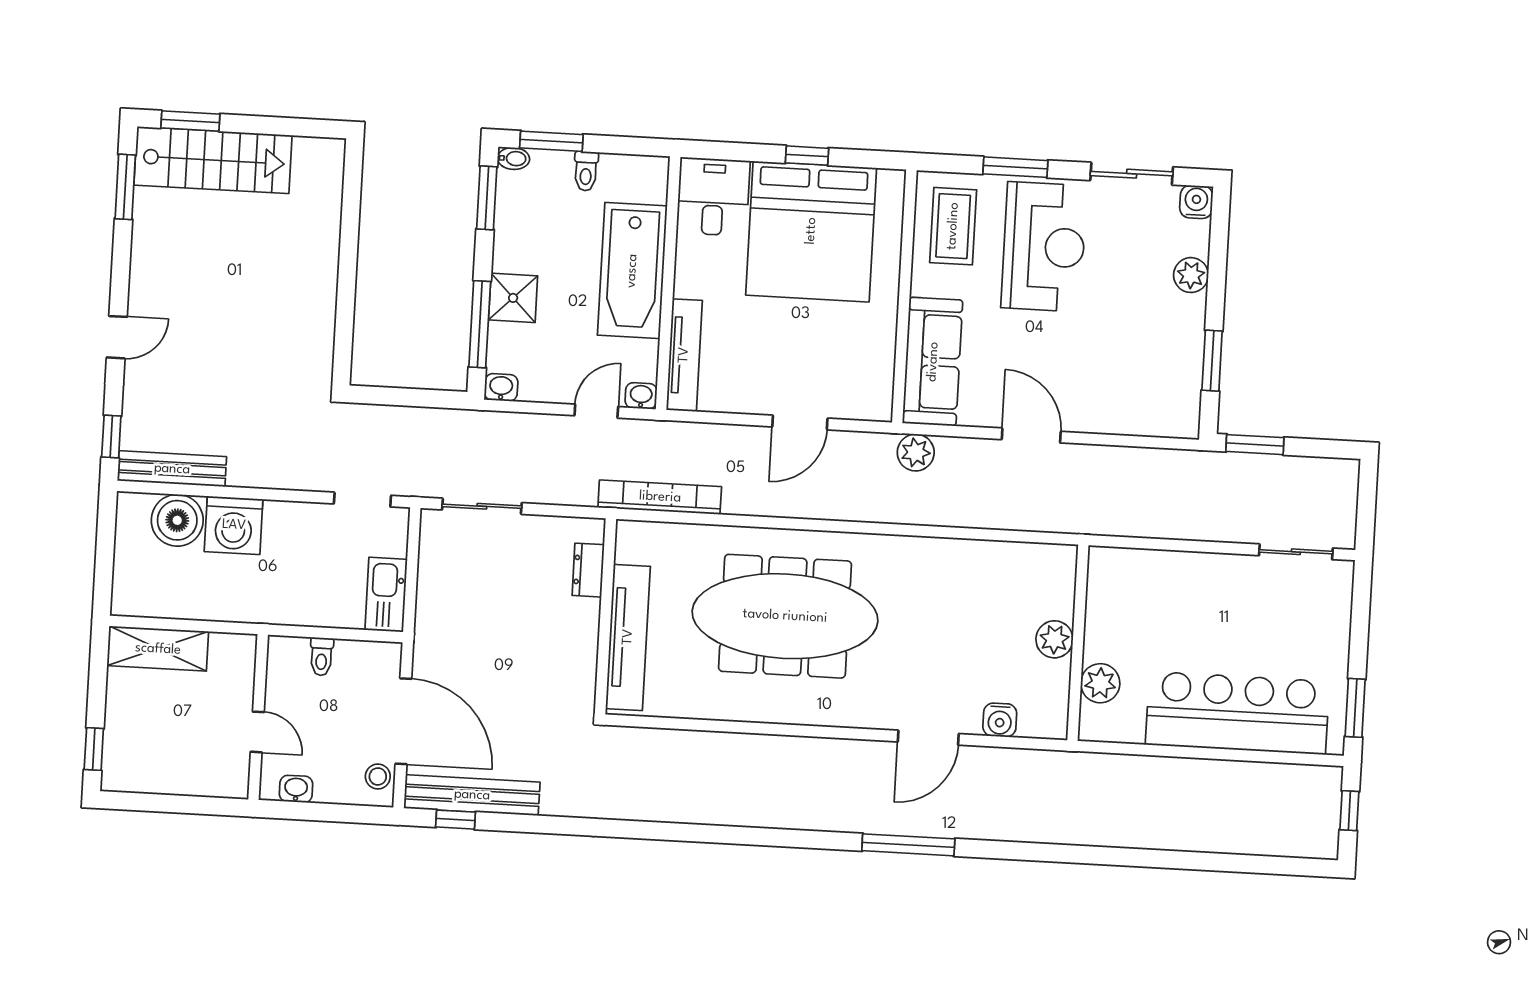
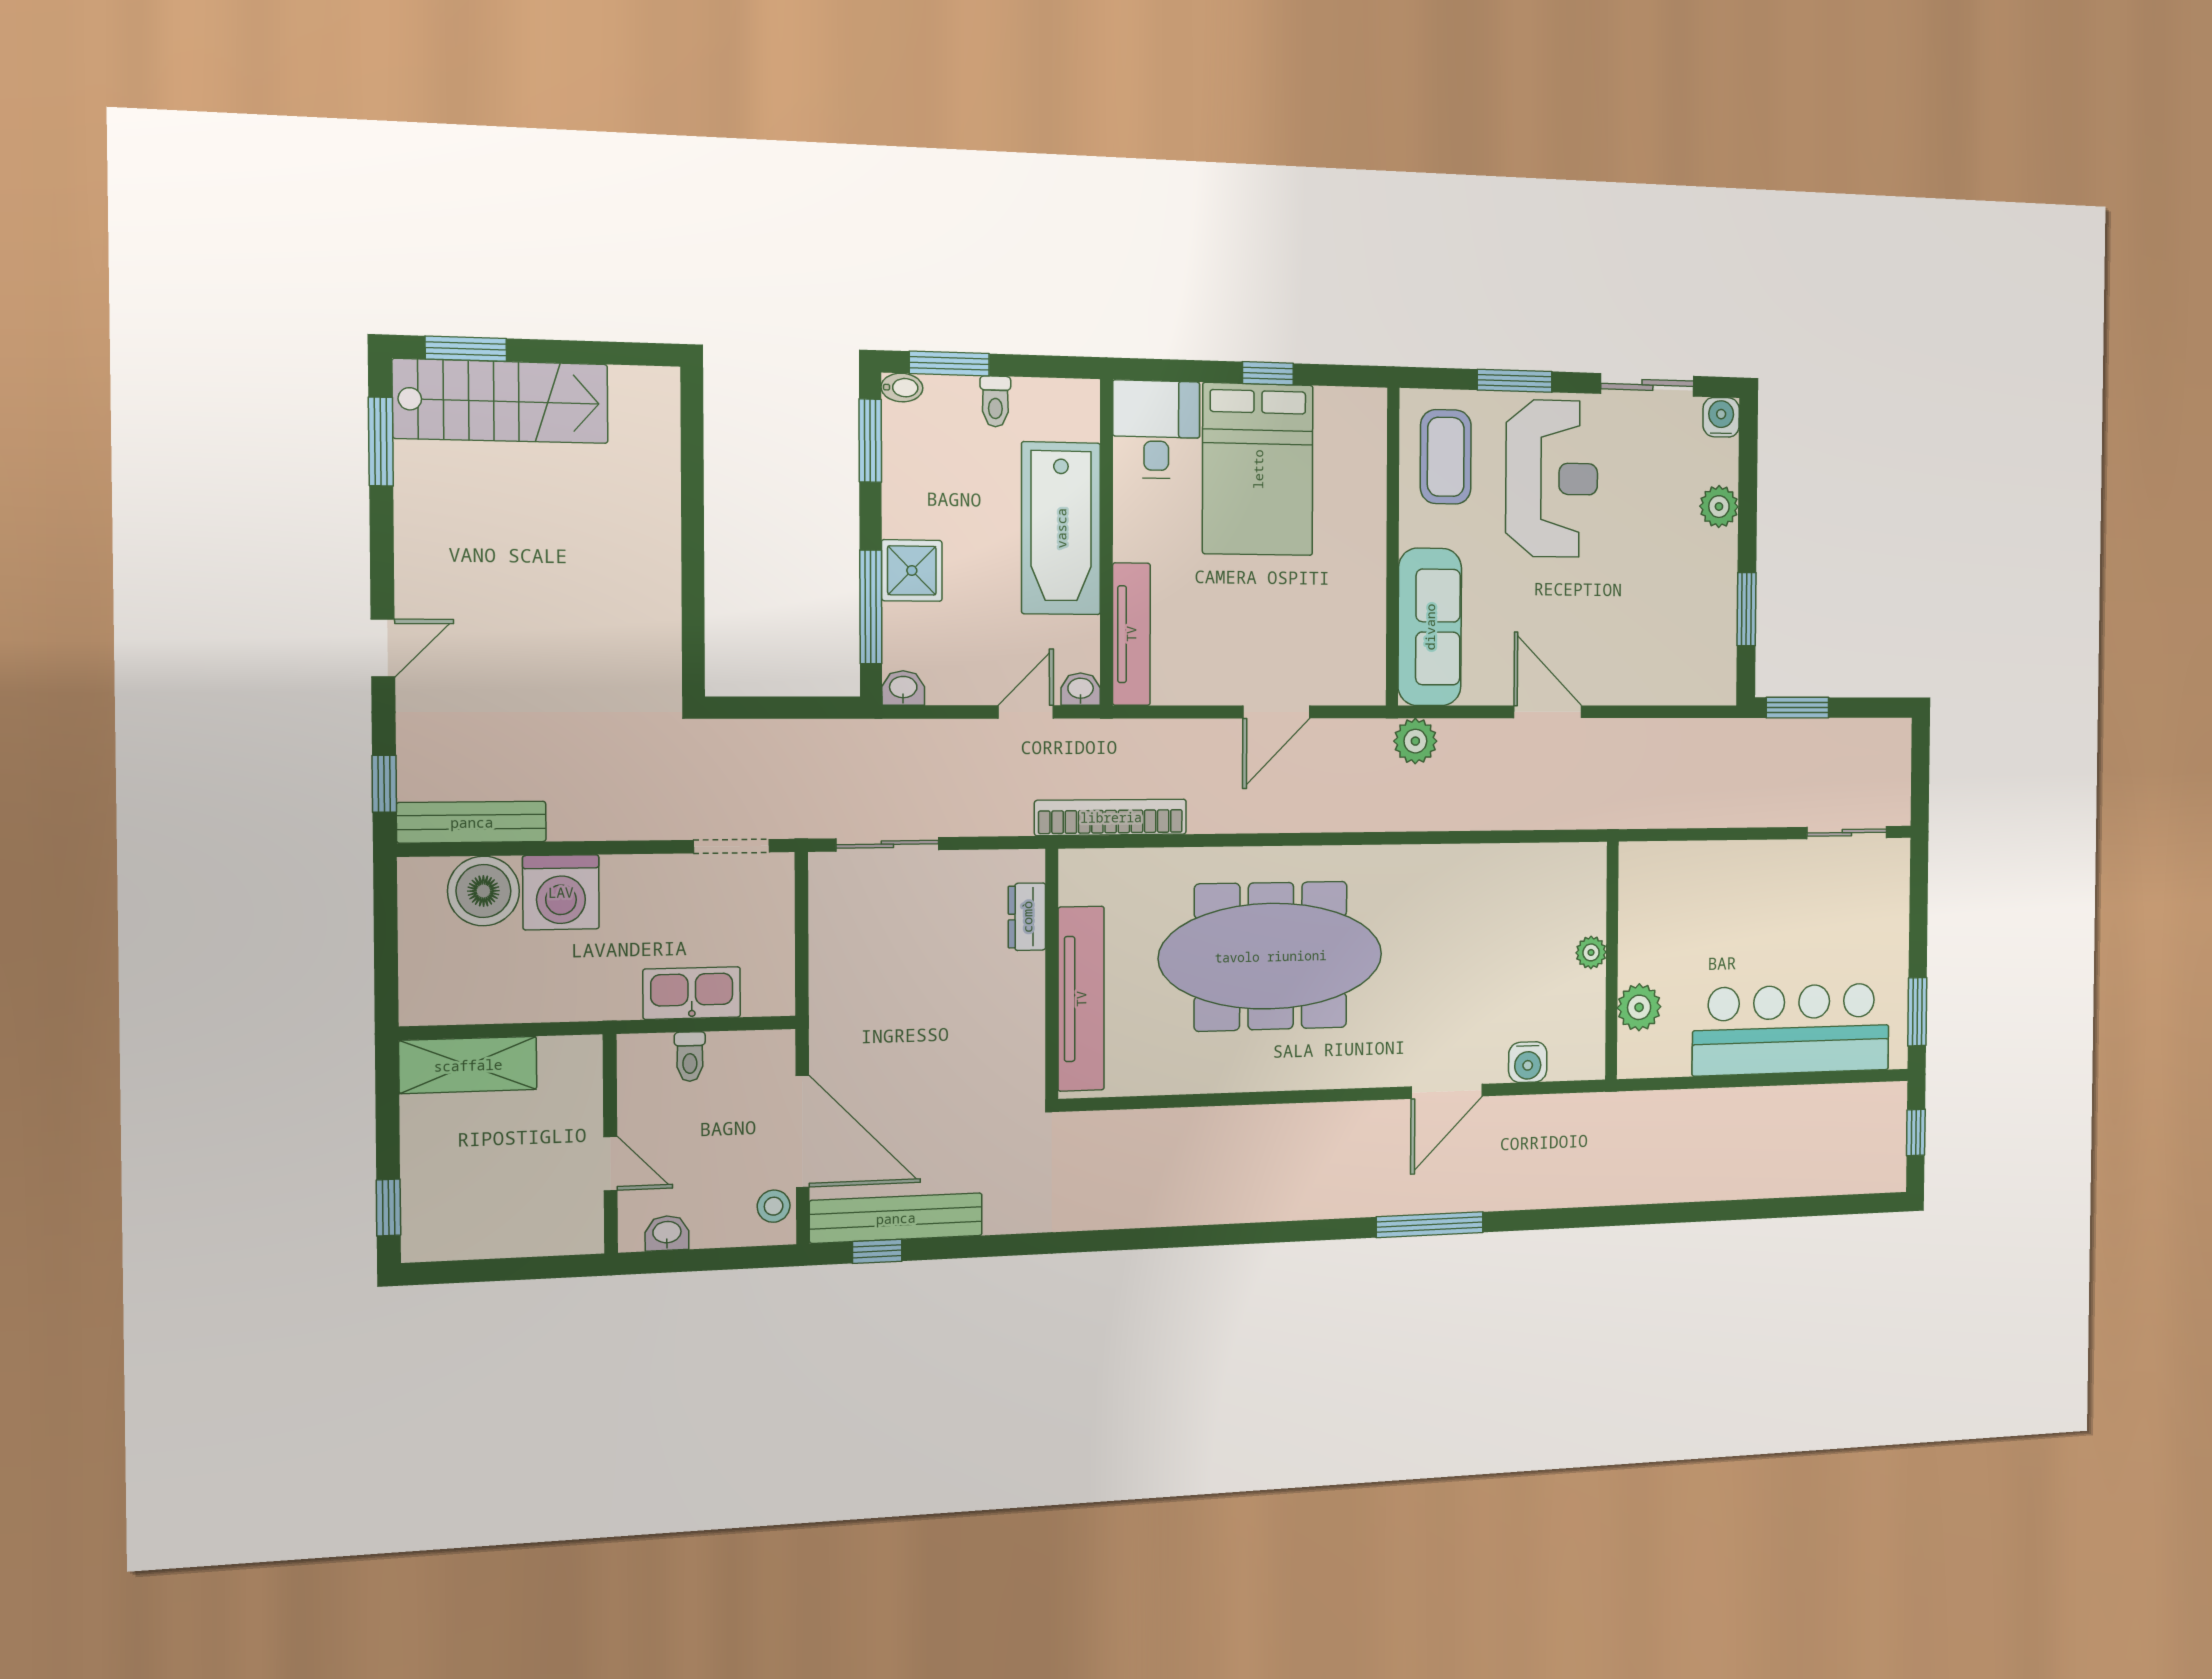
bed: (811, 231) -> (1258, 469), width x0.73
kitchen sink: (386, 595) -> (692, 993), moved, turned 90
plant: (1054, 639) -> (1591, 952), width x0.73, depth x0.73

